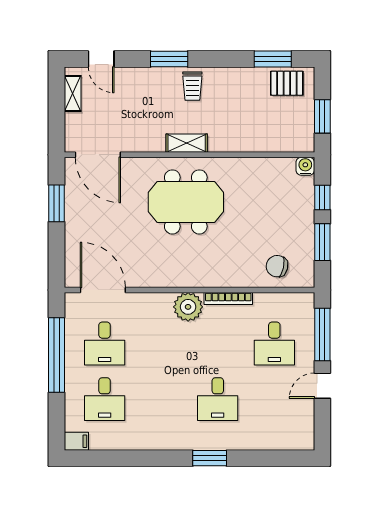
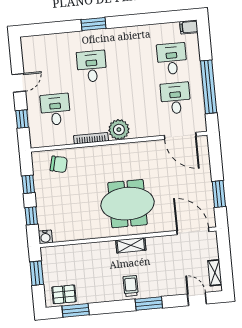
window: (322, 242) -> (28, 184), width x0.67
window: (322, 335) -> (22, 119), width x0.46

